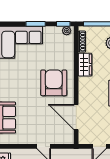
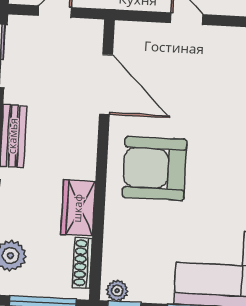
armchair: (54, 83) -> (155, 168), turned 90

